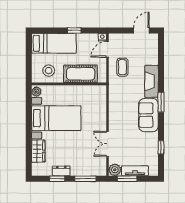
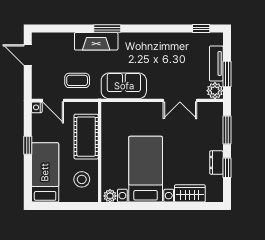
window: (161, 102) -> (107, 29), moved
sofa: (148, 115) -> (124, 86), moved, turned 180
window: (161, 147) -> (201, 29), moved

